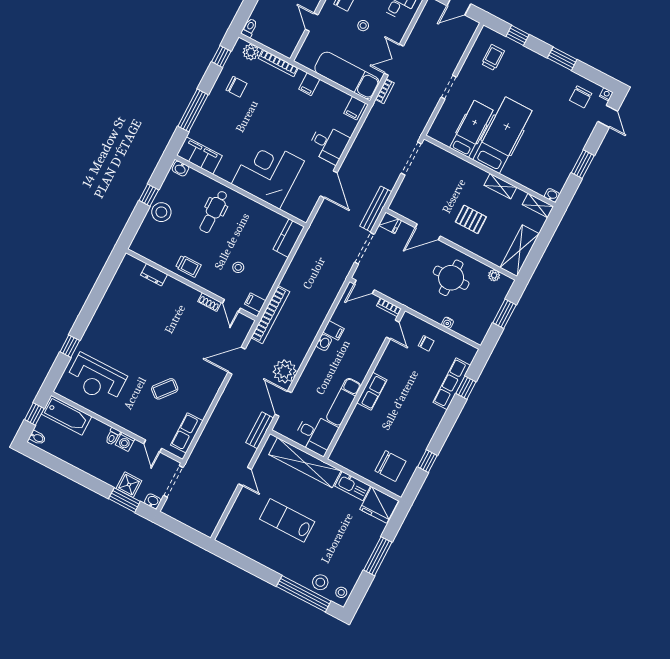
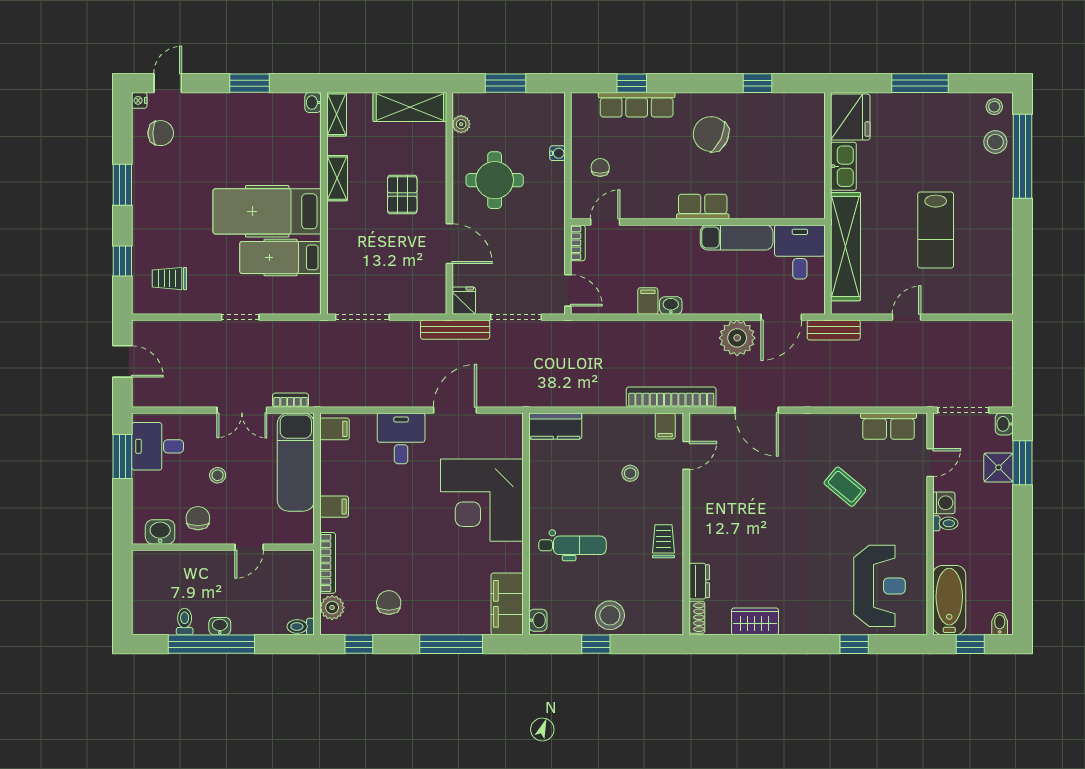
wardrobe: (113, 295) -> (755, 621), added
shoe rack: (209, 302) -> (697, 617), moved
chair: (390, 466) -> (711, 134), moved, turned -65

